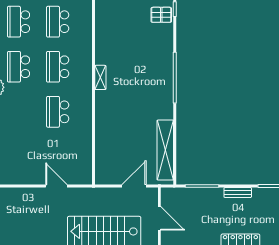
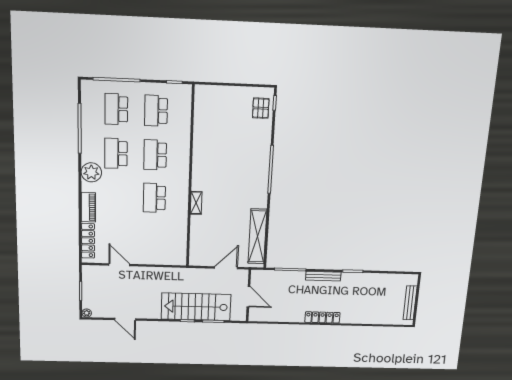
pallet: (161, 15) -> (261, 108), turned 90
shelving: (100, 77) -> (196, 203), moved
door: (56, 186) -> (119, 265), moved
bench: (238, 193) -> (323, 276), width x1.36

